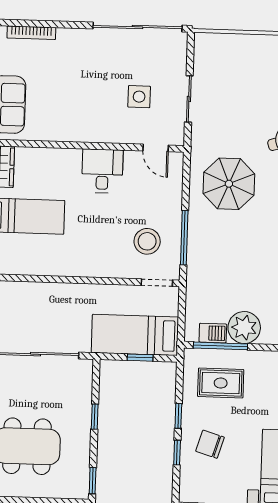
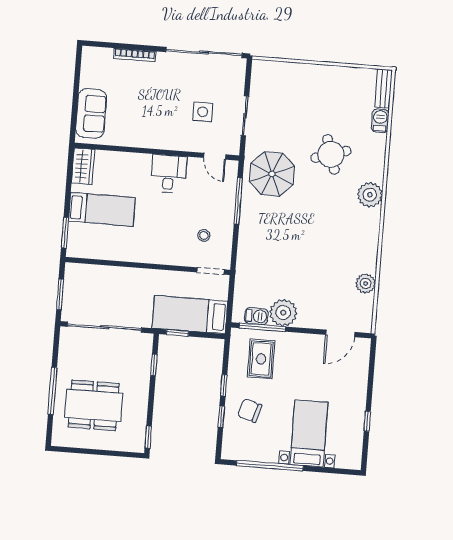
bookcase: (31, 33) -> (135, 55), moved
parasol: (229, 184) -> (272, 174), moved
window: (184, 238) -> (238, 201), moved
stool: (147, 241) -> (204, 235), width x0.53, depth x0.53
window: (140, 358) -> (177, 333), moved
rug: (221, 383) -> (261, 359), turned 90
window: (95, 417) -> (154, 365), moved

